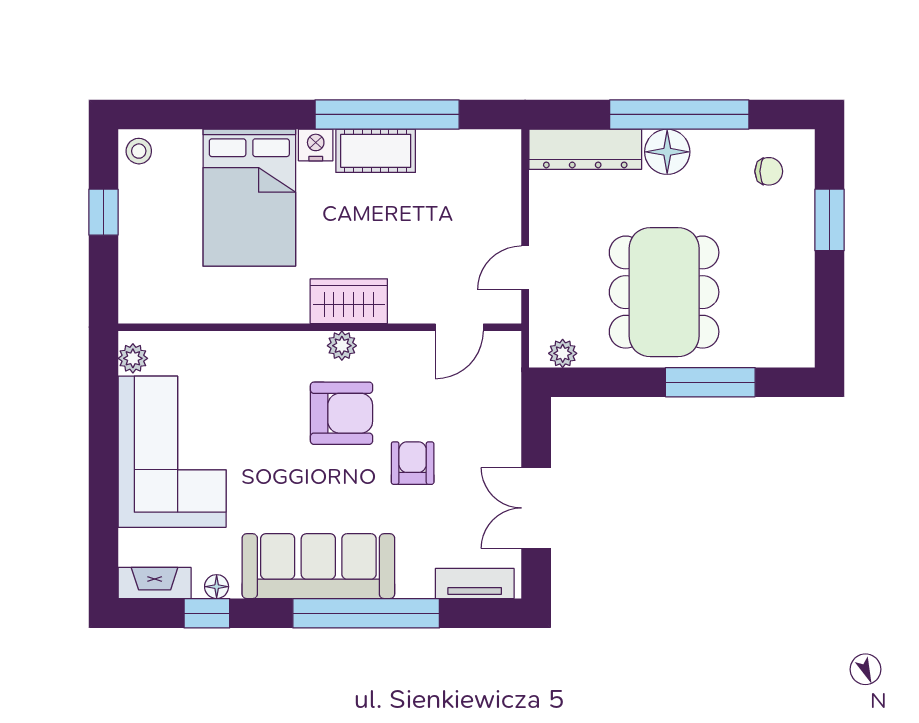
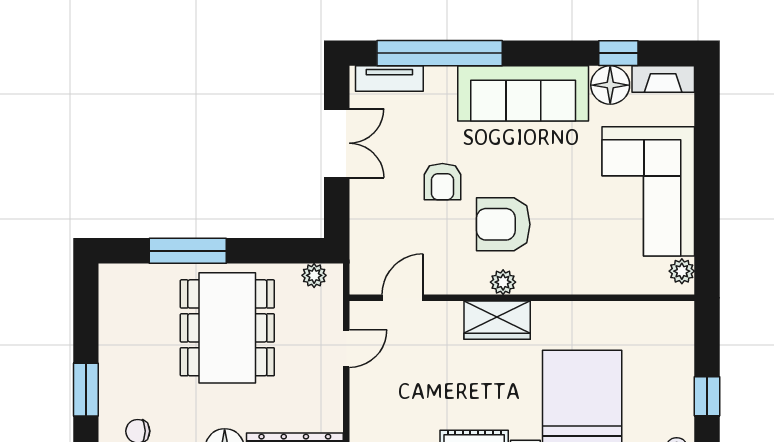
floor lamp: (217, 587) -> (610, 85), width x1.89, depth x1.89
window: (366, 613) -> (440, 53), moved

